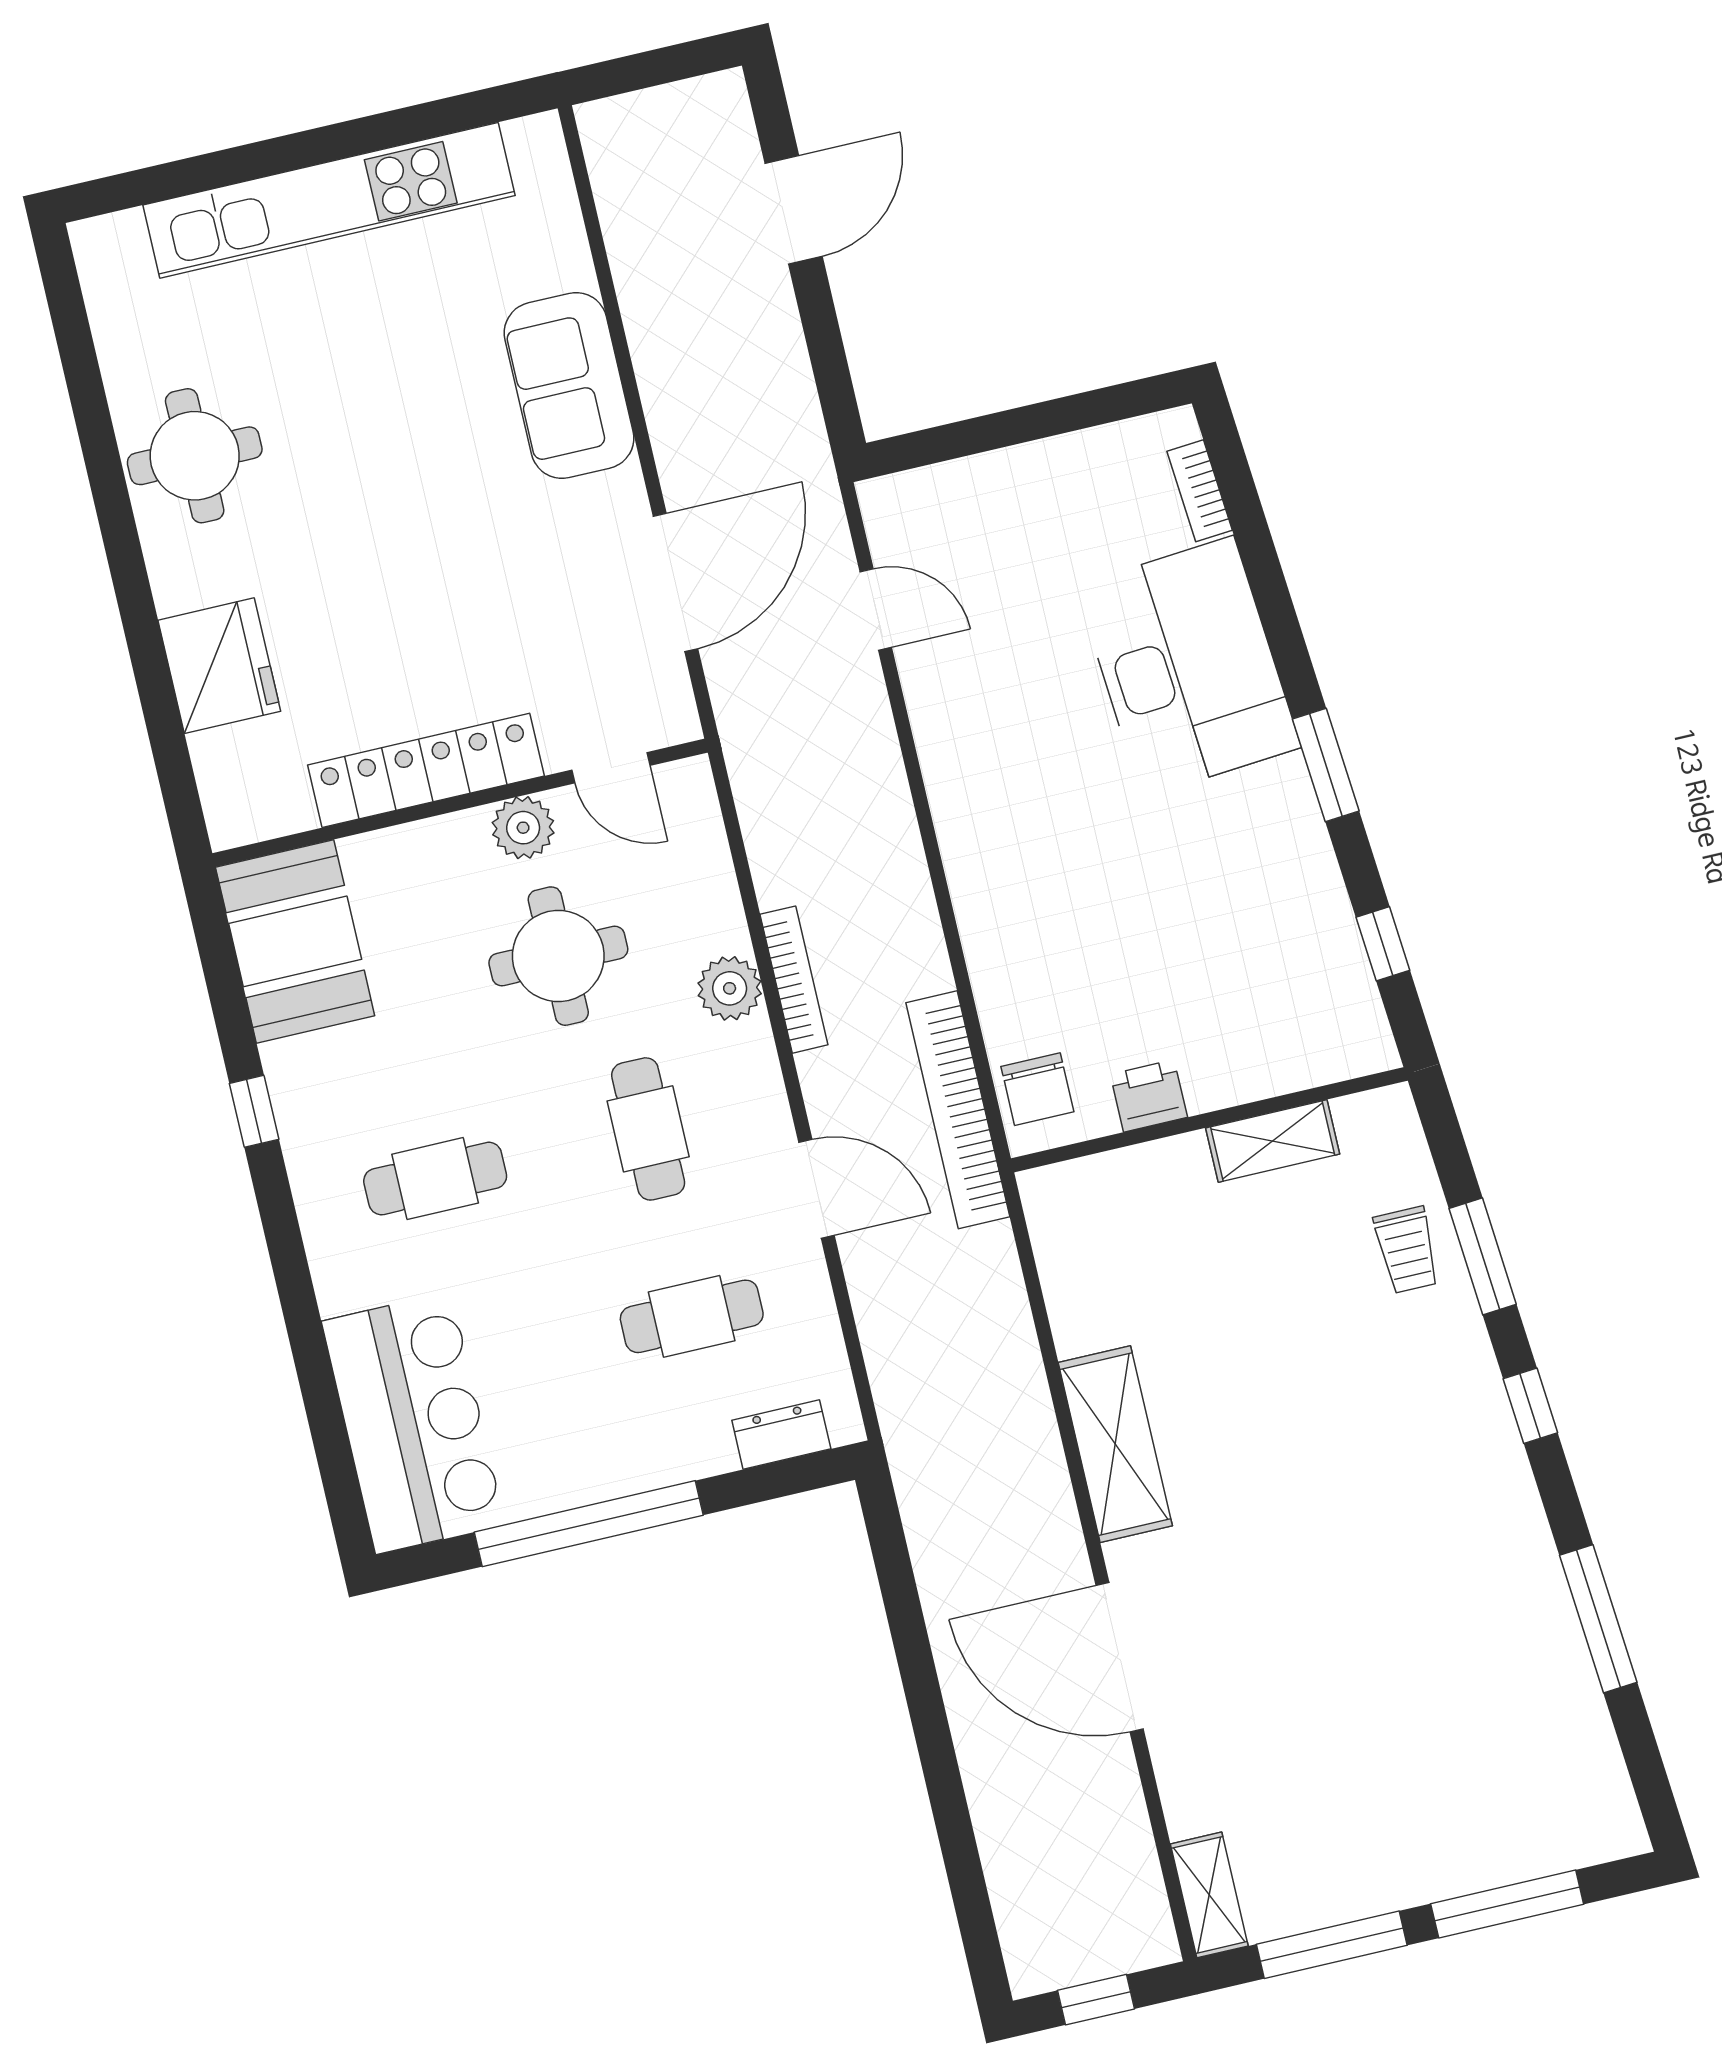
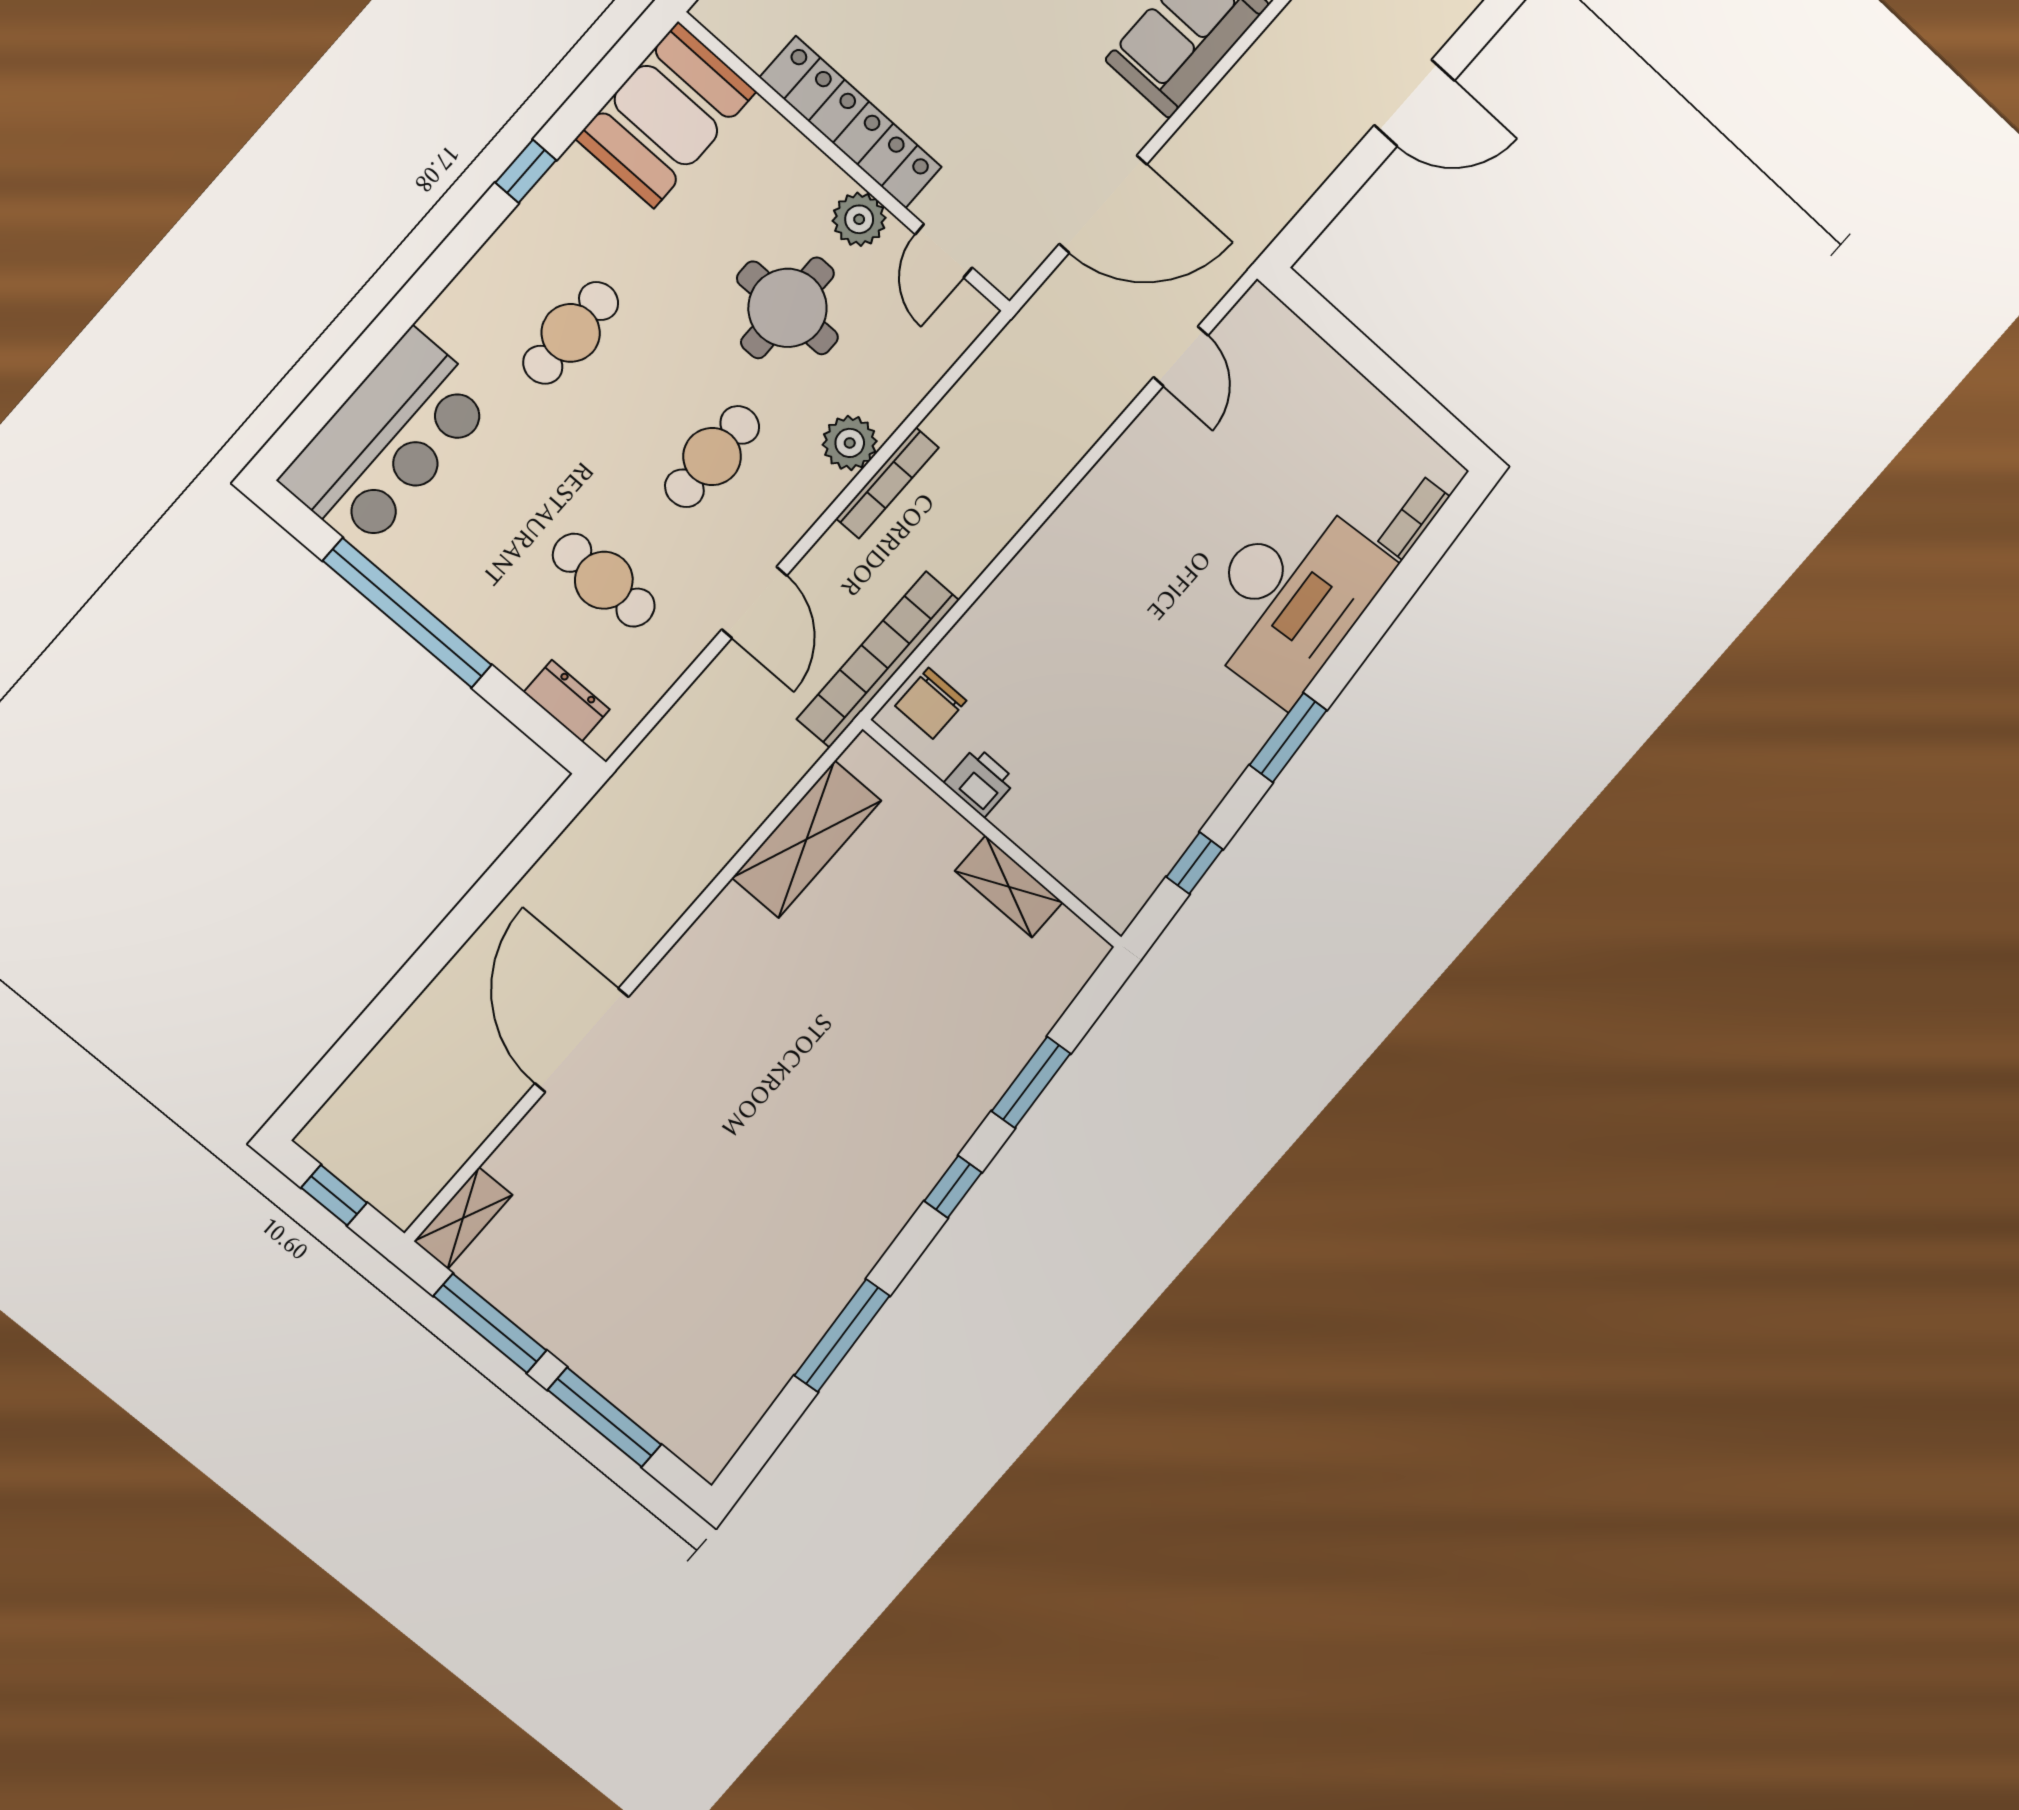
cafe table: (435, 1179) -> (571, 333), turned 90
trolley: (1407, 1250) -> (999, 1029), removed
shelving: (1115, 1444) -> (807, 839), moved

